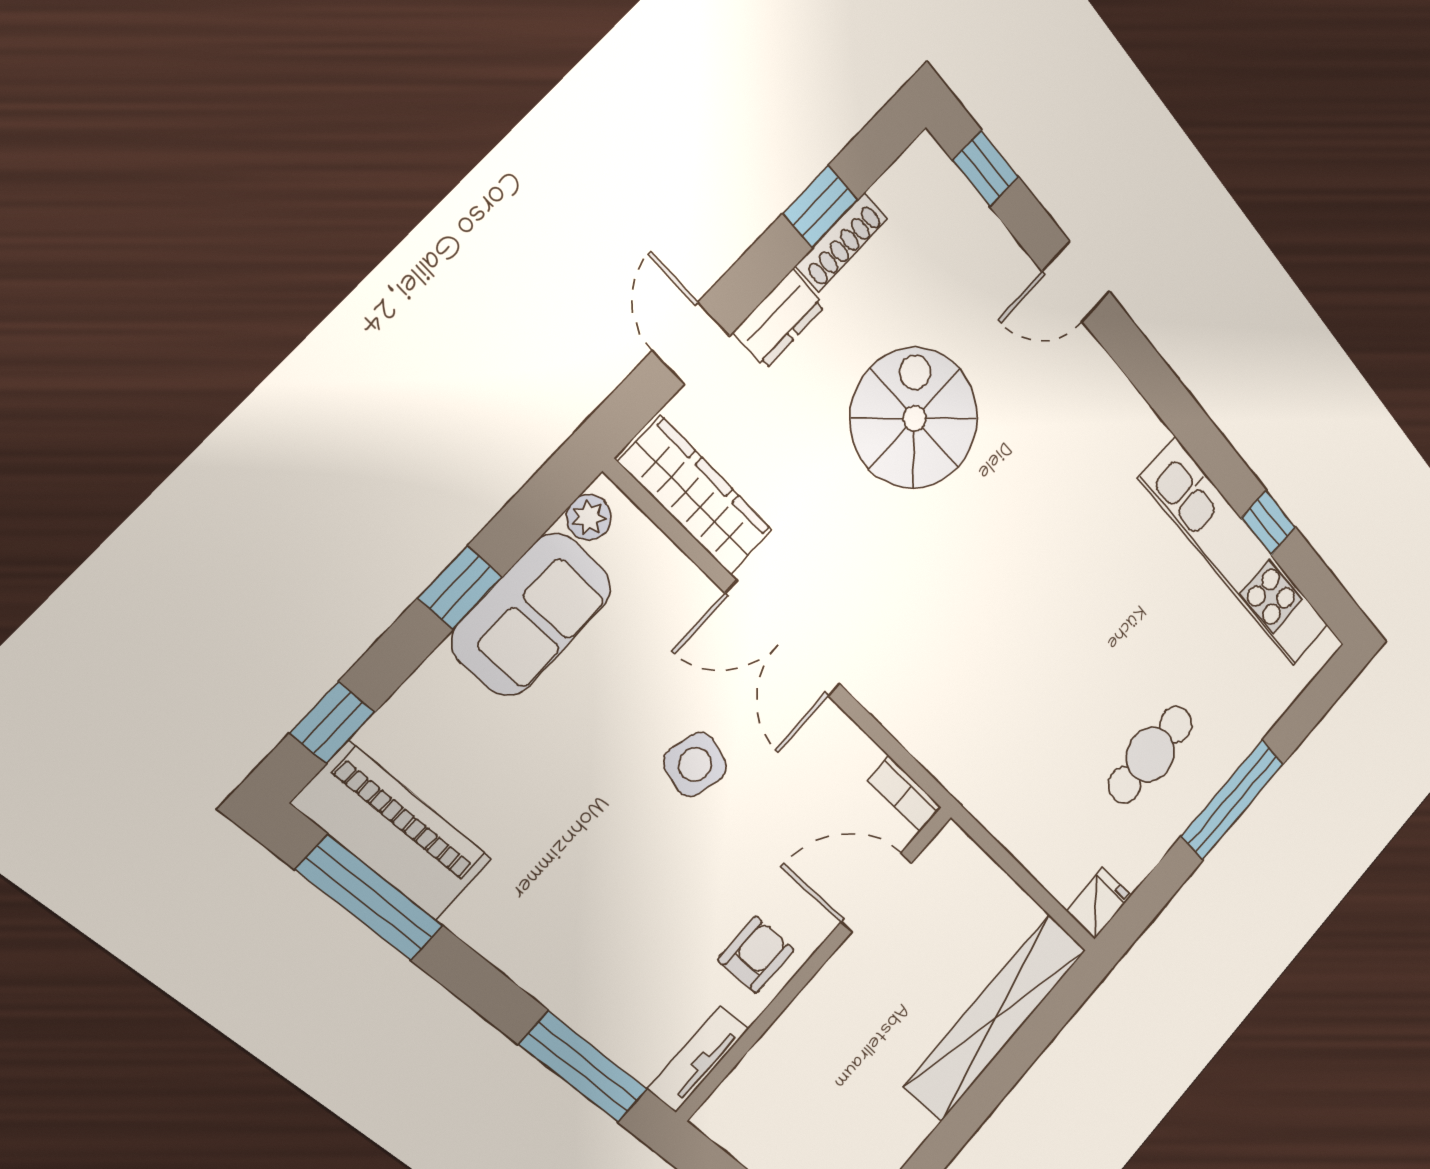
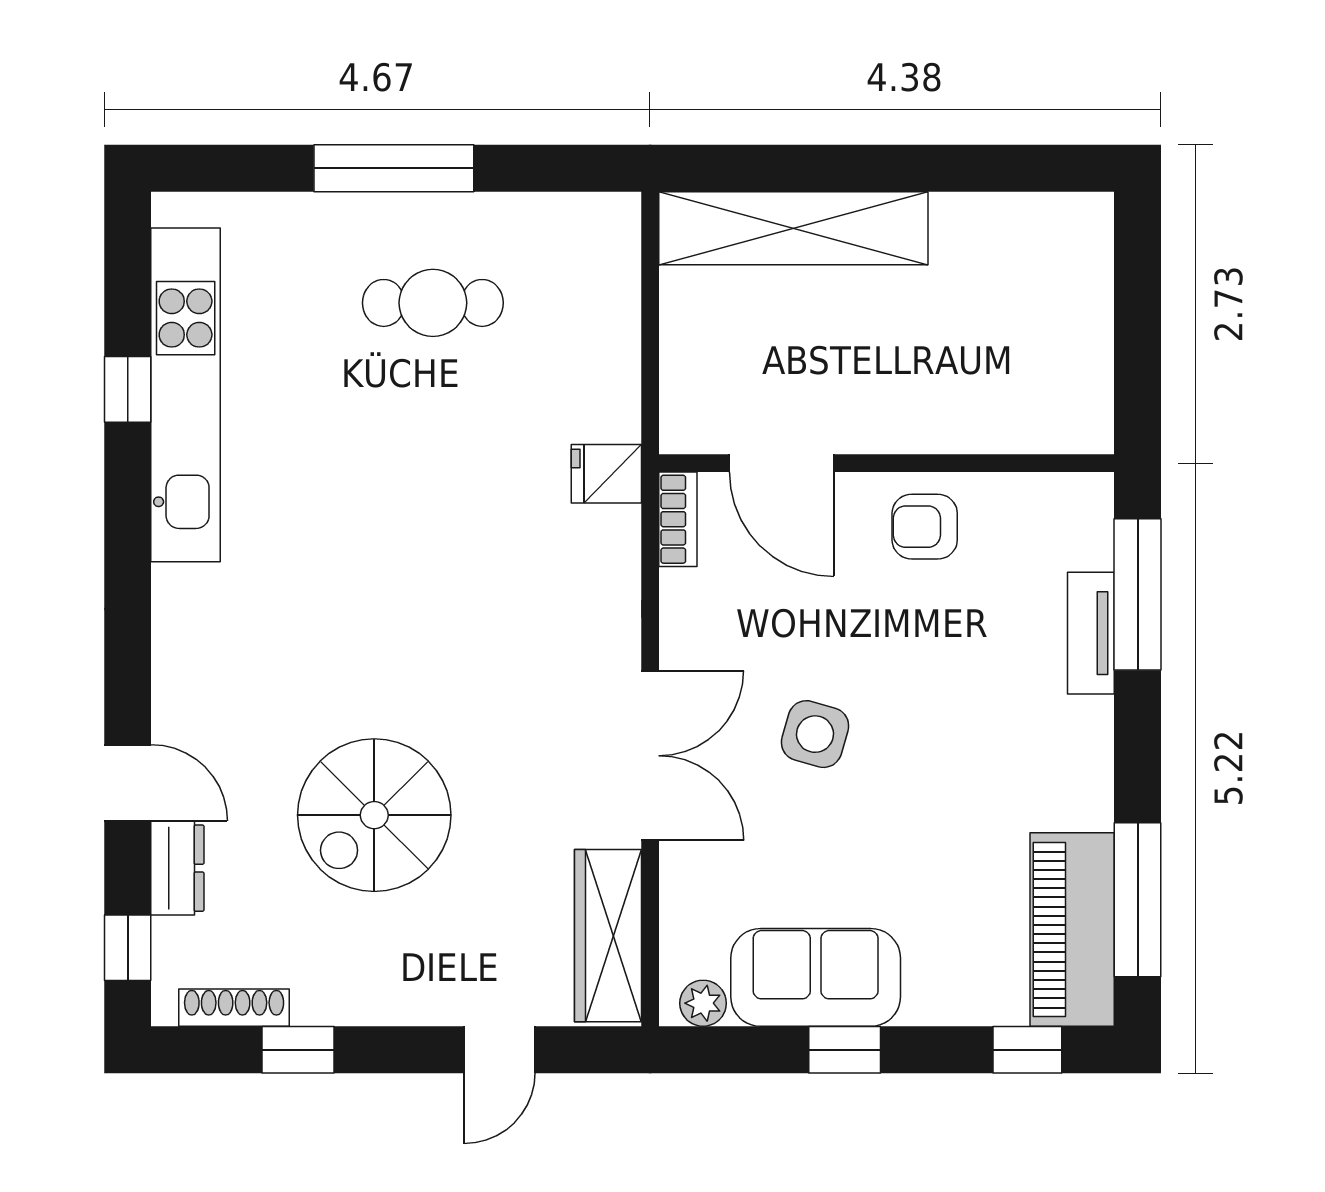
shoe rack: (841, 242) -> (234, 1008), moved
dresser: (779, 319) -> (177, 868), moved, turned 90
fridge: (1099, 903) -> (606, 474), moved
tv unit: (698, 1059) -> (1091, 633), moved, turned 90

